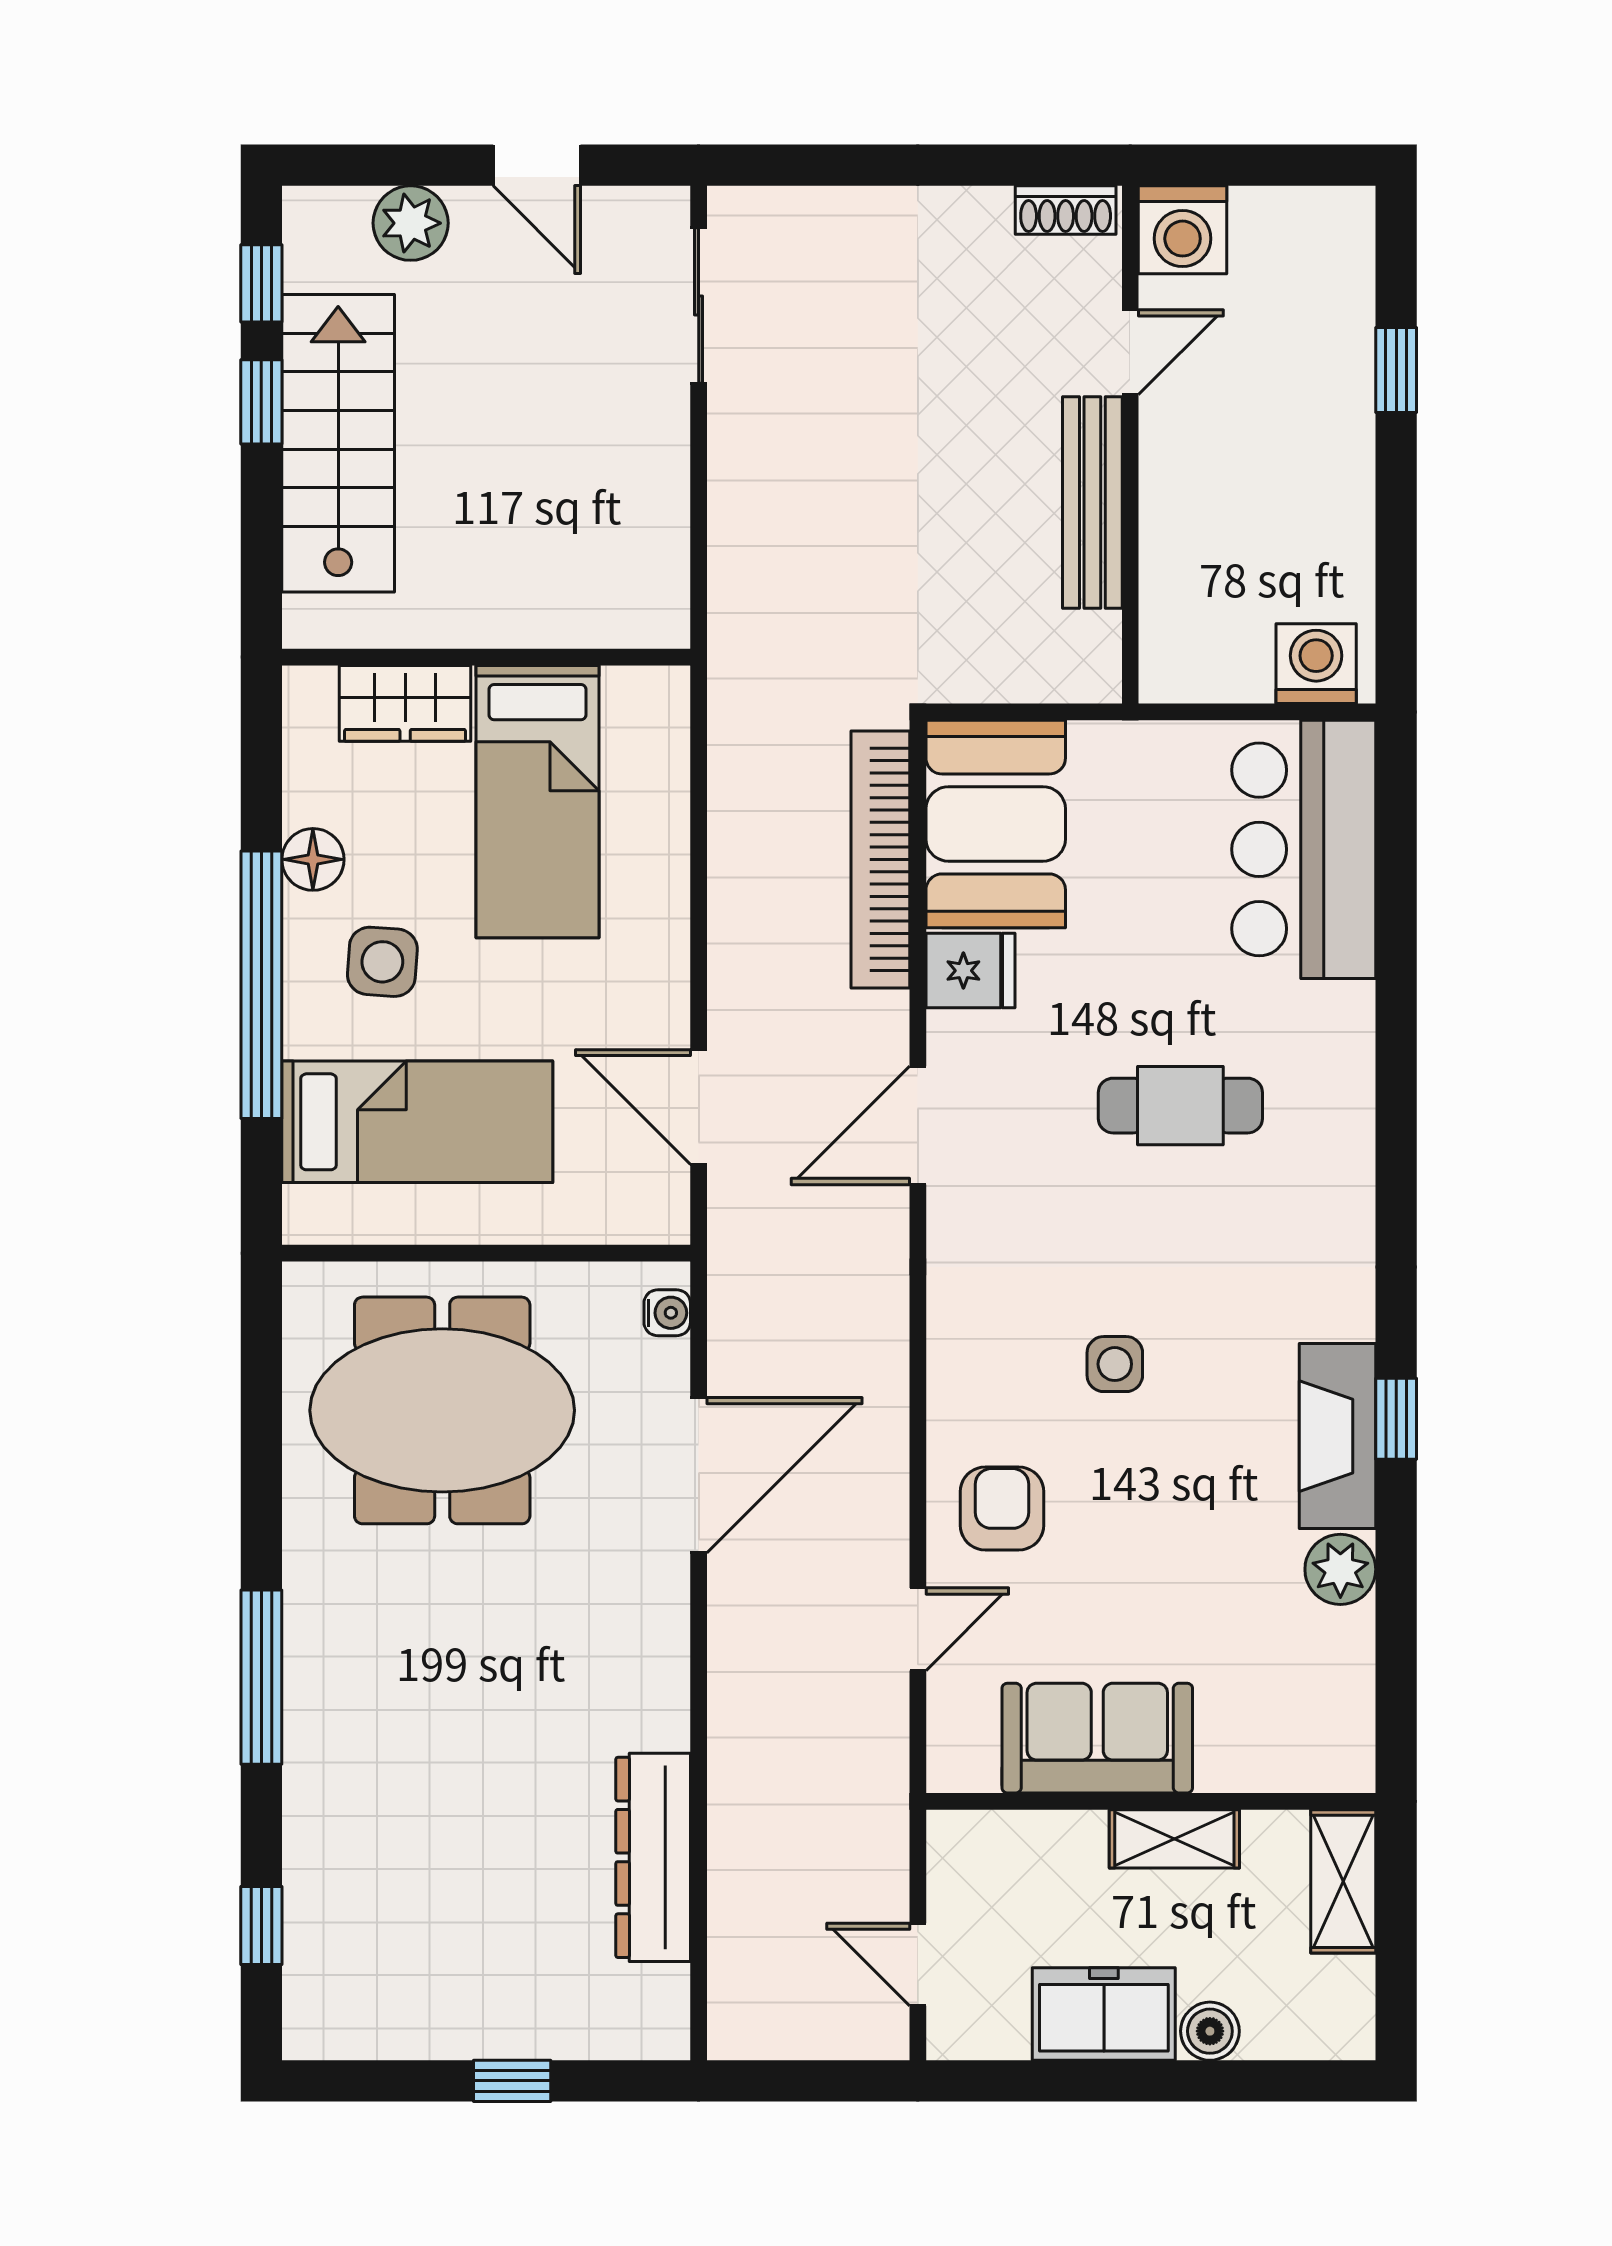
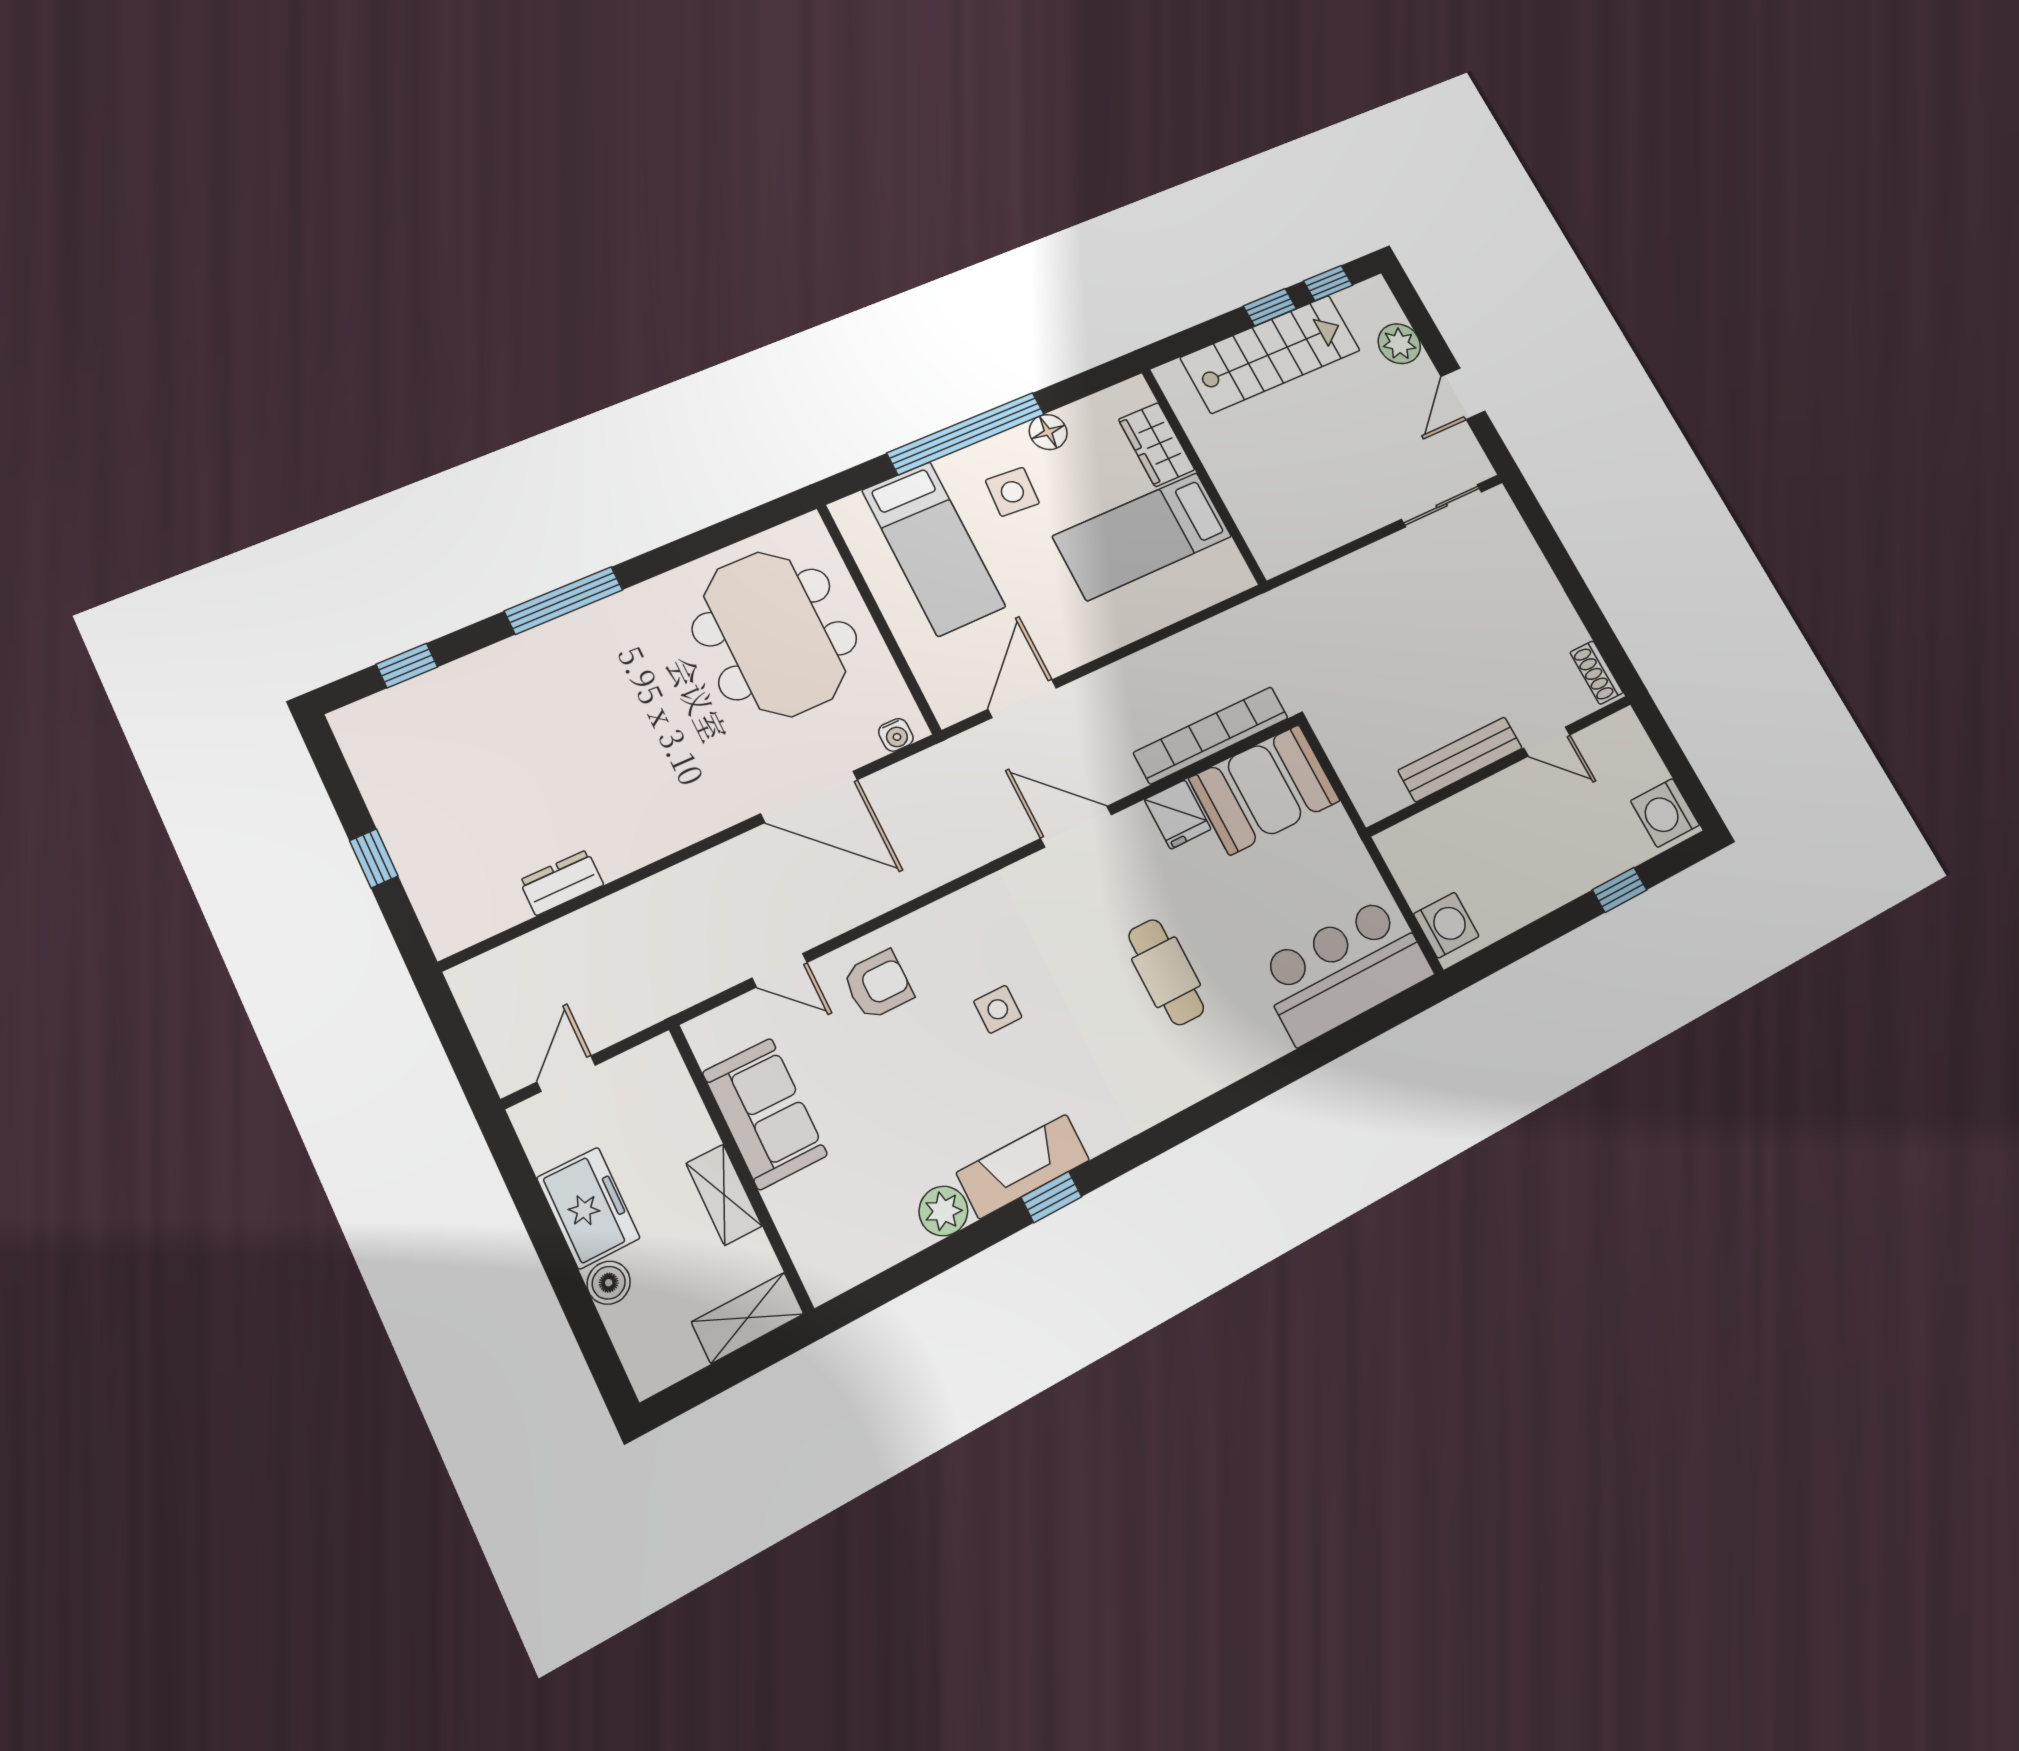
washing machine: (1183, 230) -> (1665, 813), moved
dresser: (653, 1857) -> (562, 883), width x0.51, depth x0.80

